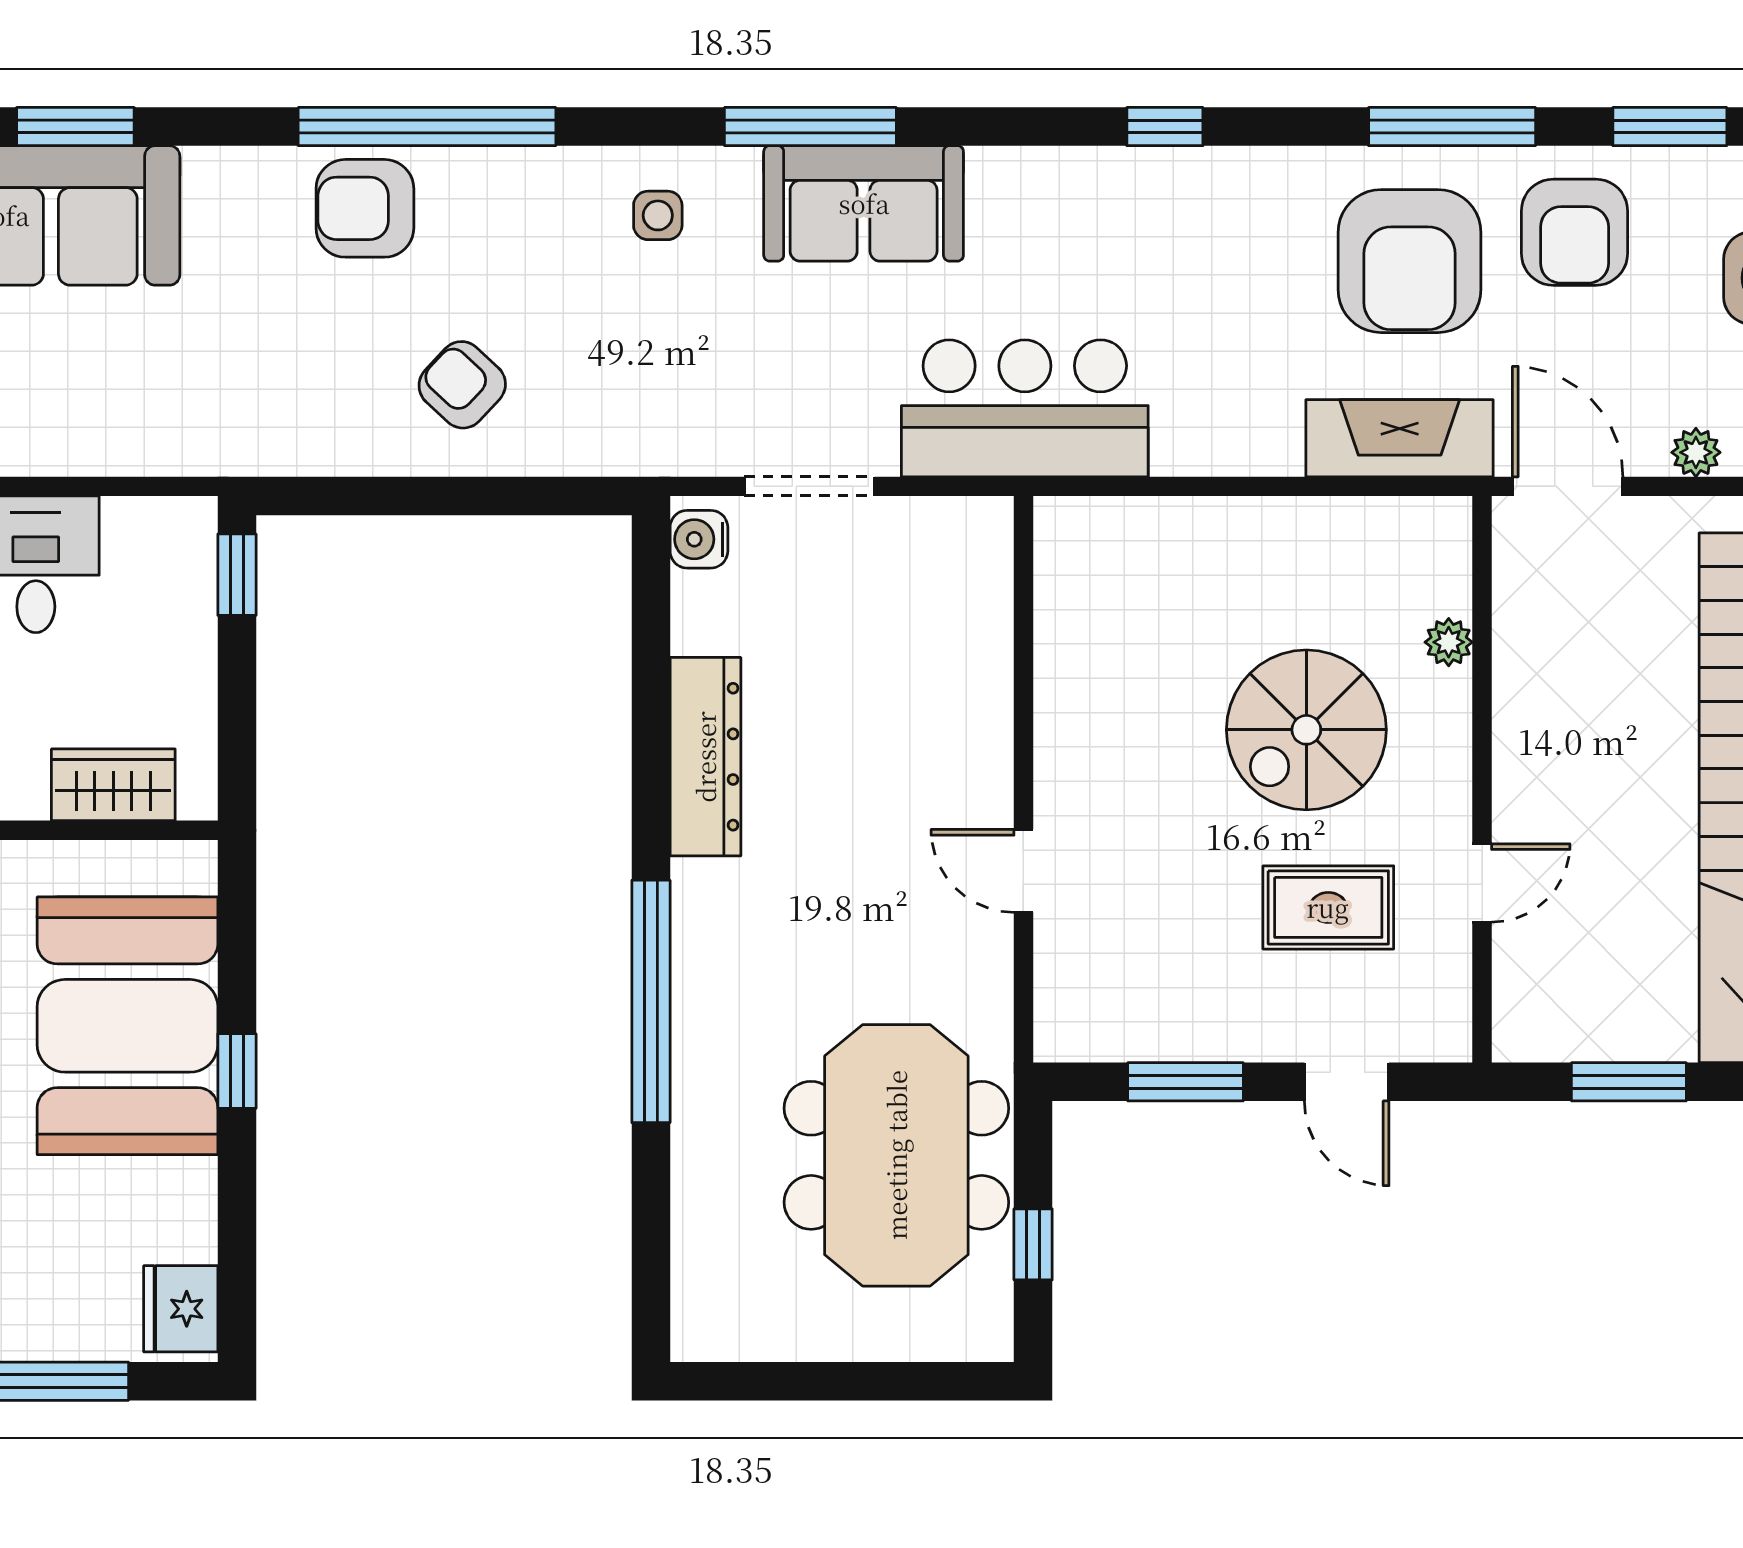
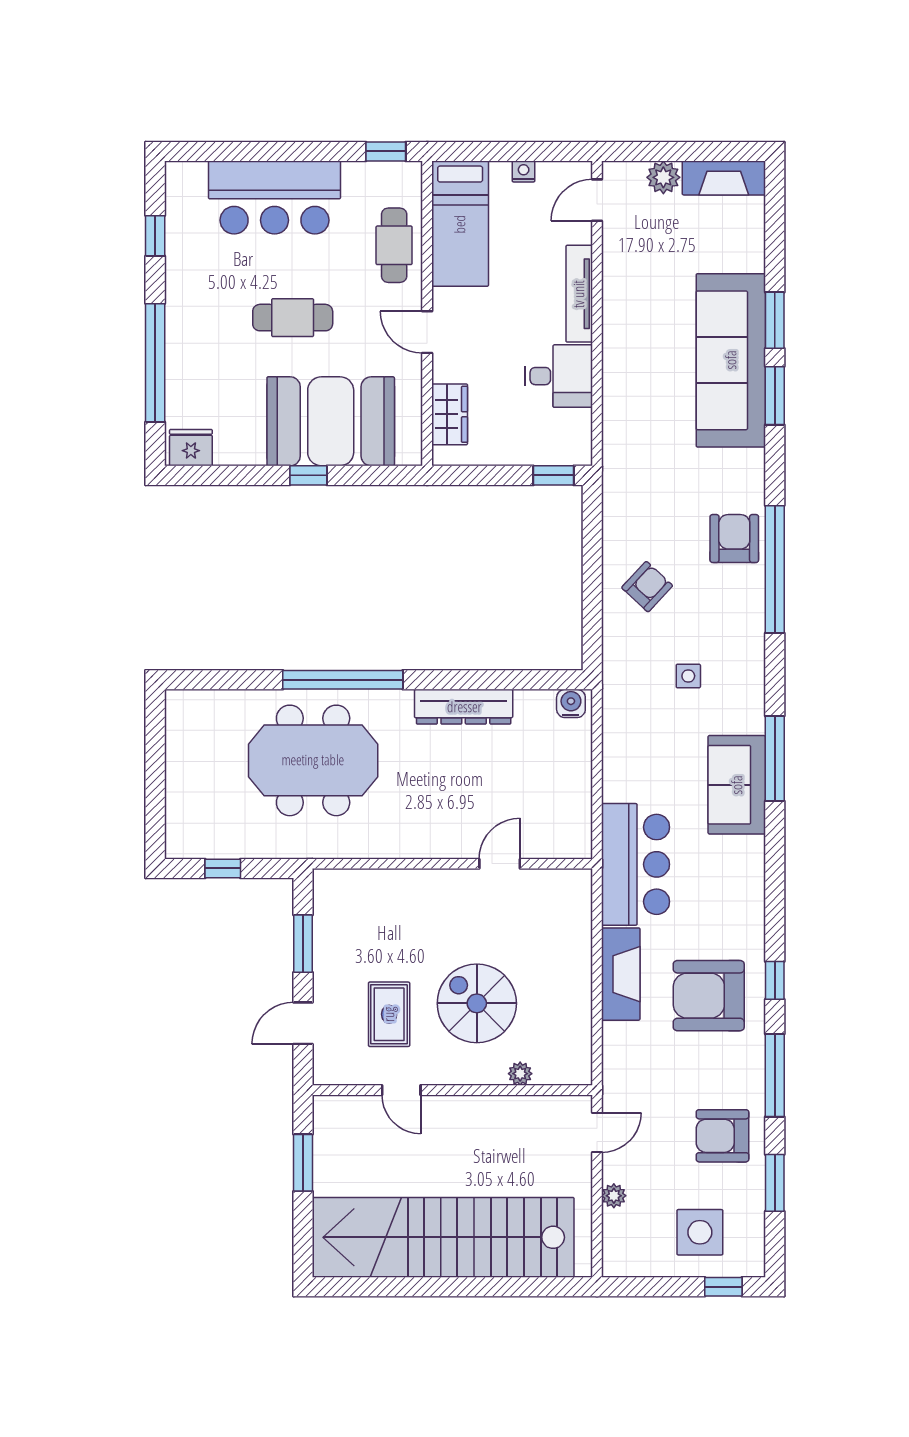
window: (1165, 127) -> (775, 980), moved
side table: (658, 215) -> (688, 676), moved
armchair: (1410, 261) -> (709, 996), moved
fireplace: (1400, 438) -> (621, 974), moved
doorway: (809, 486) -> (597, 758), removed
door: (1568, 486) -> (597, 1132), width x0.73
door: (1023, 871) -> (500, 864), moved
meeting table: (896, 1155) -> (313, 760), moved

